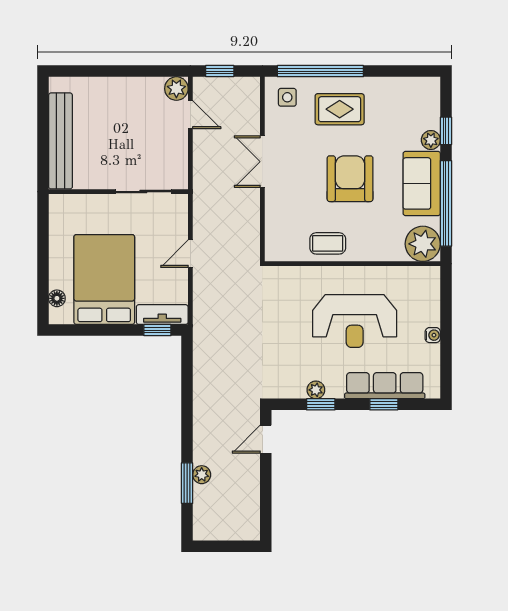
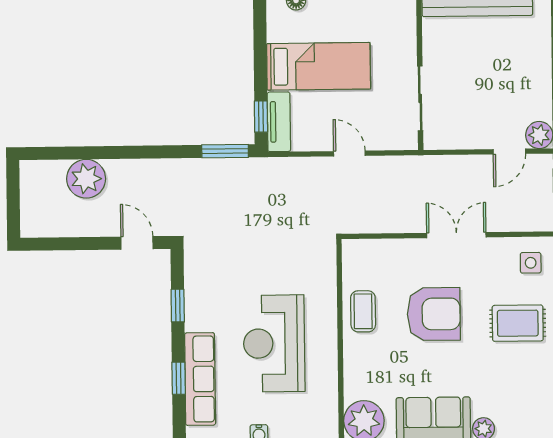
rug: (340, 109) -> (518, 323), turned 90
armchair: (350, 179) -> (434, 314), moved
bed: (104, 279) -> (319, 66), width x0.67
plant: (316, 390) -> (194, 300), removed
plant: (202, 475) -> (86, 179), width x1.87, depth x1.87
window: (187, 483) -> (225, 151), moved

